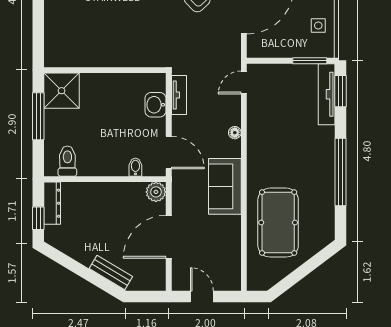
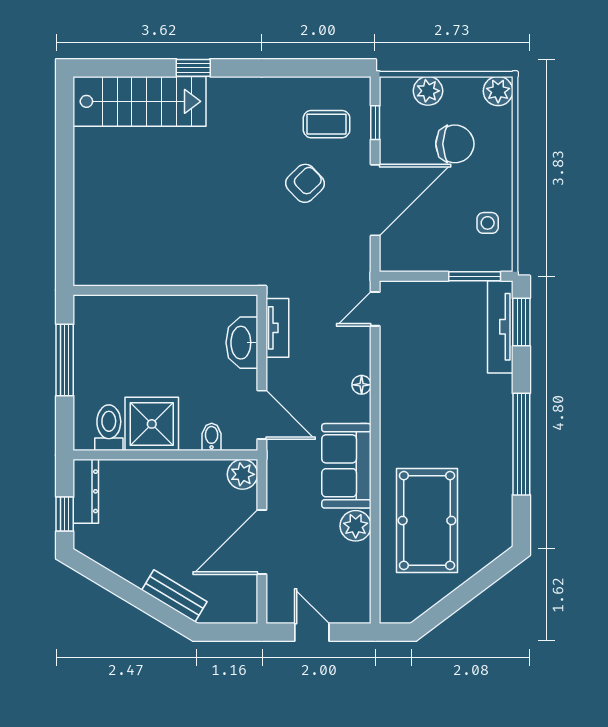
shower: (62, 91) -> (152, 424), moved
washbasin: (155, 105) -> (242, 343), width x1.38
plant: (231, 226) -> (356, 526), added

